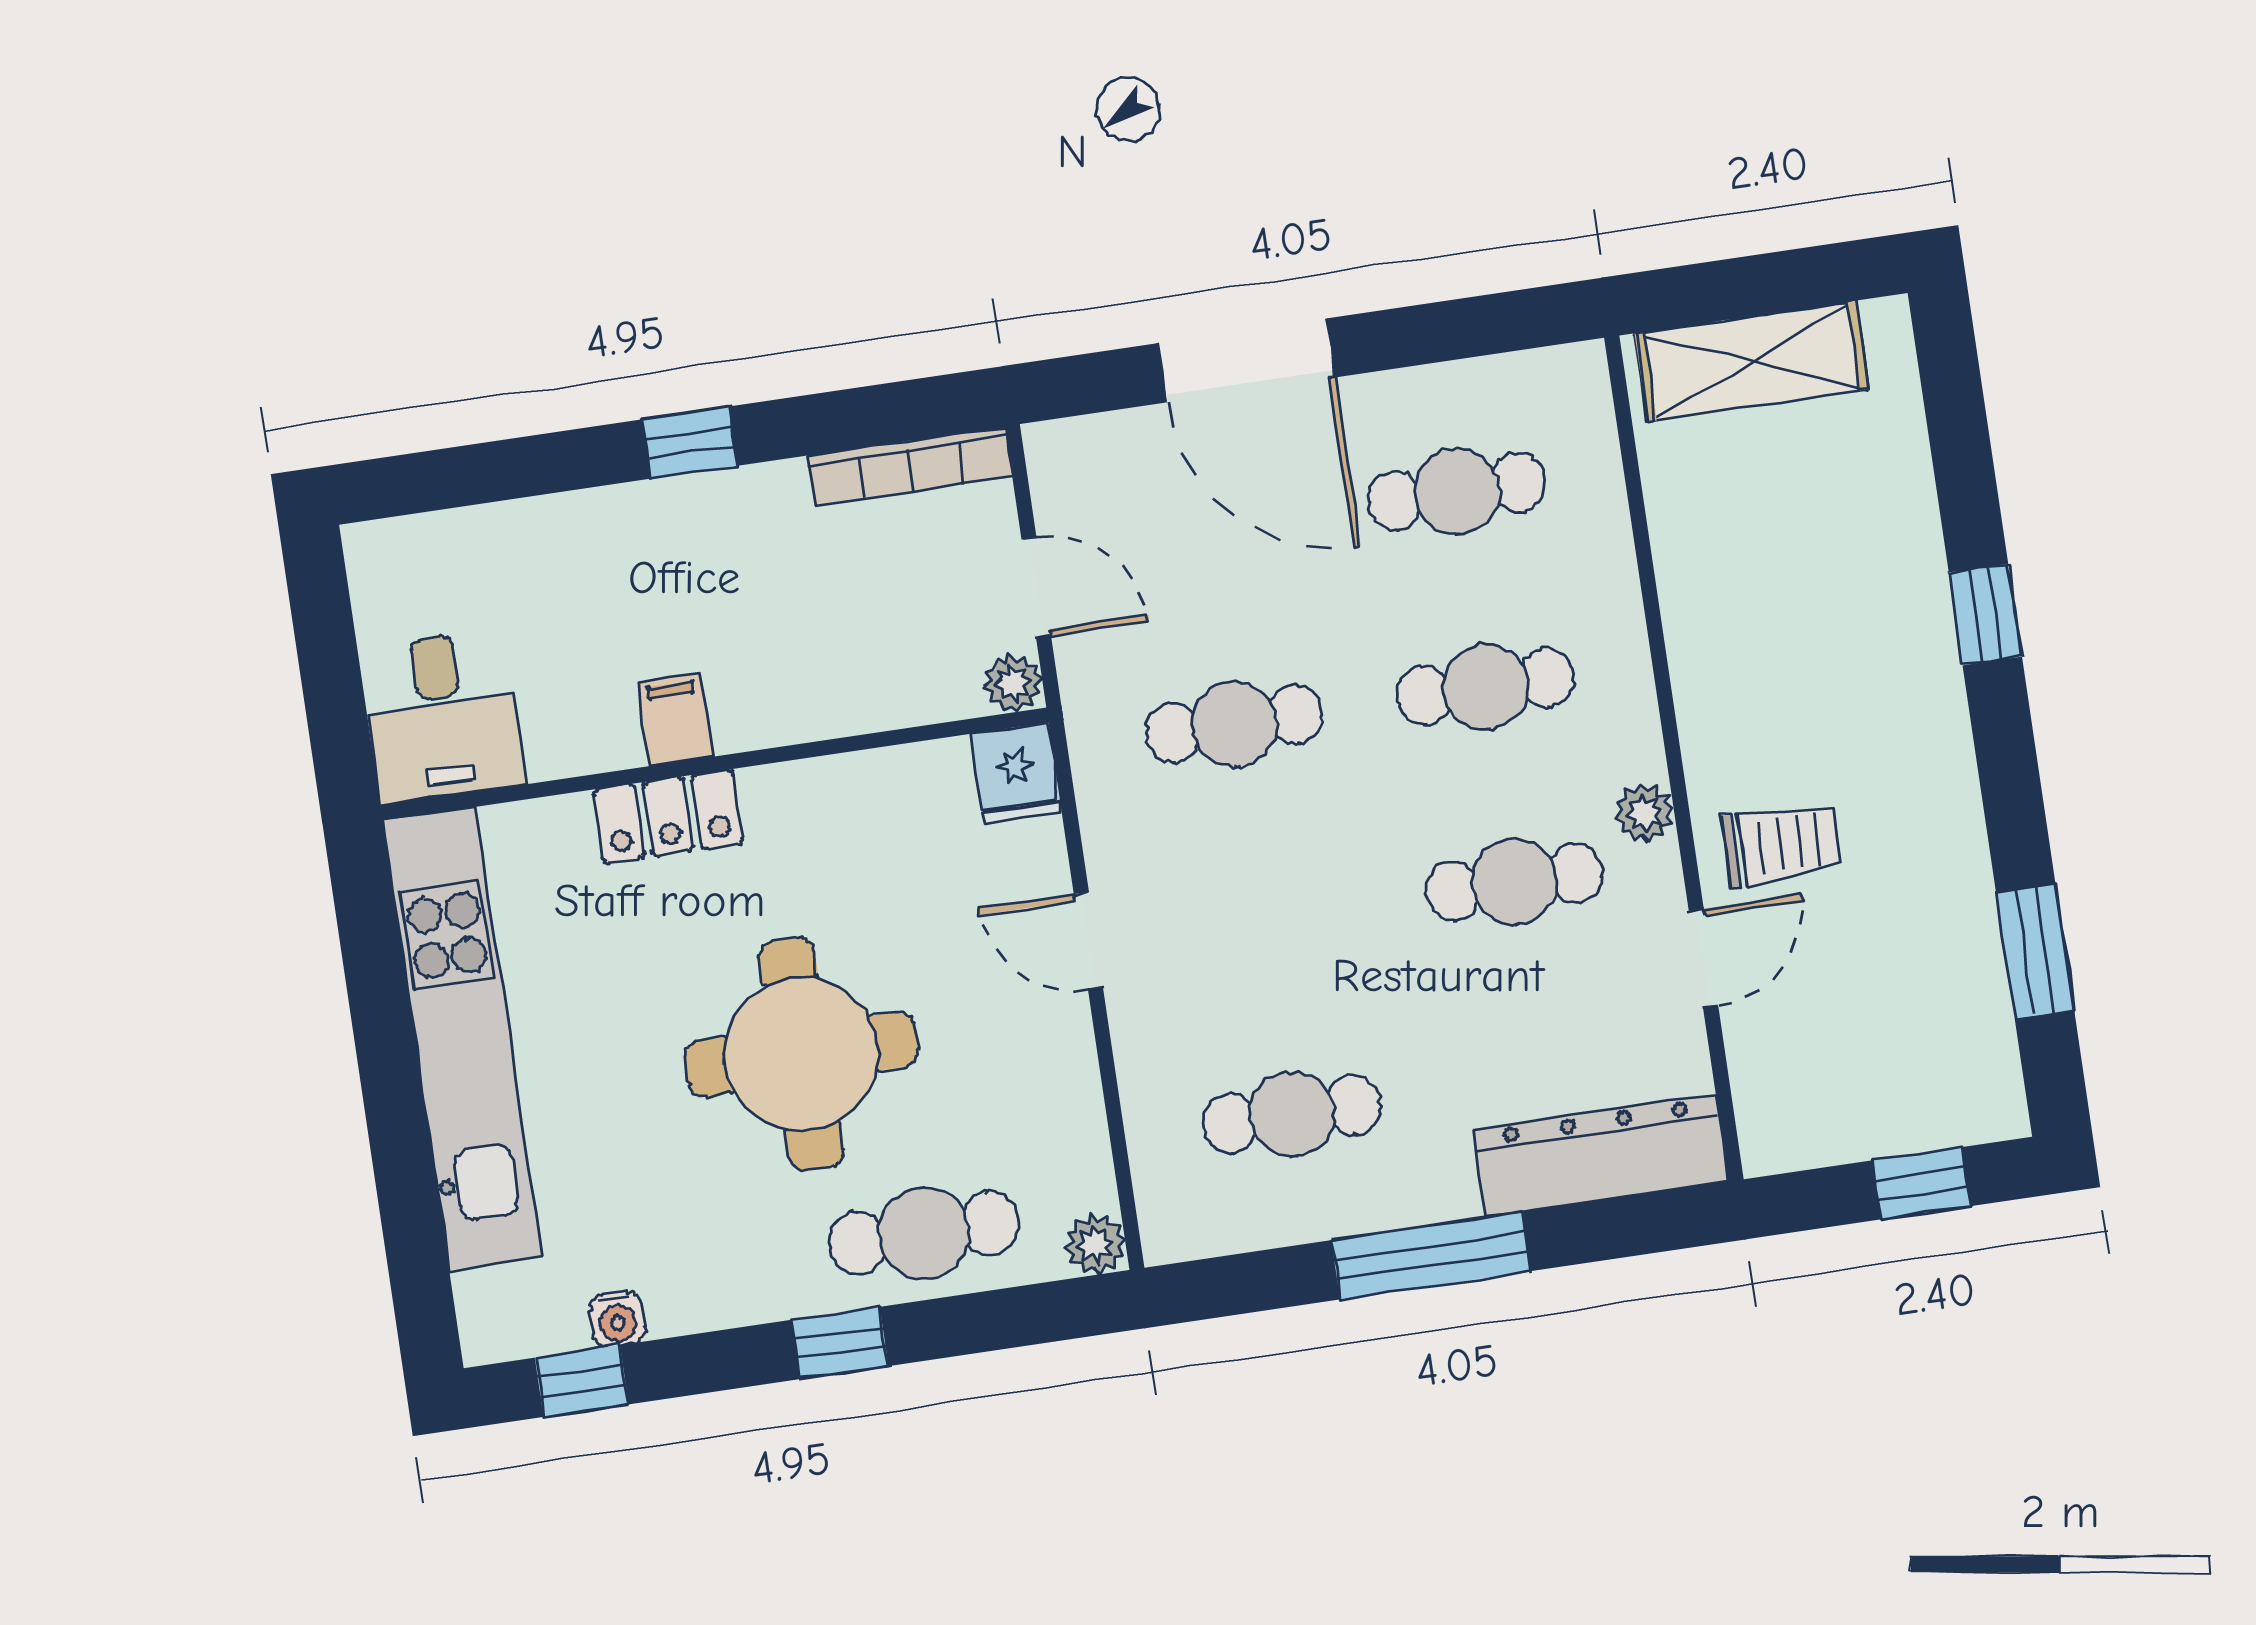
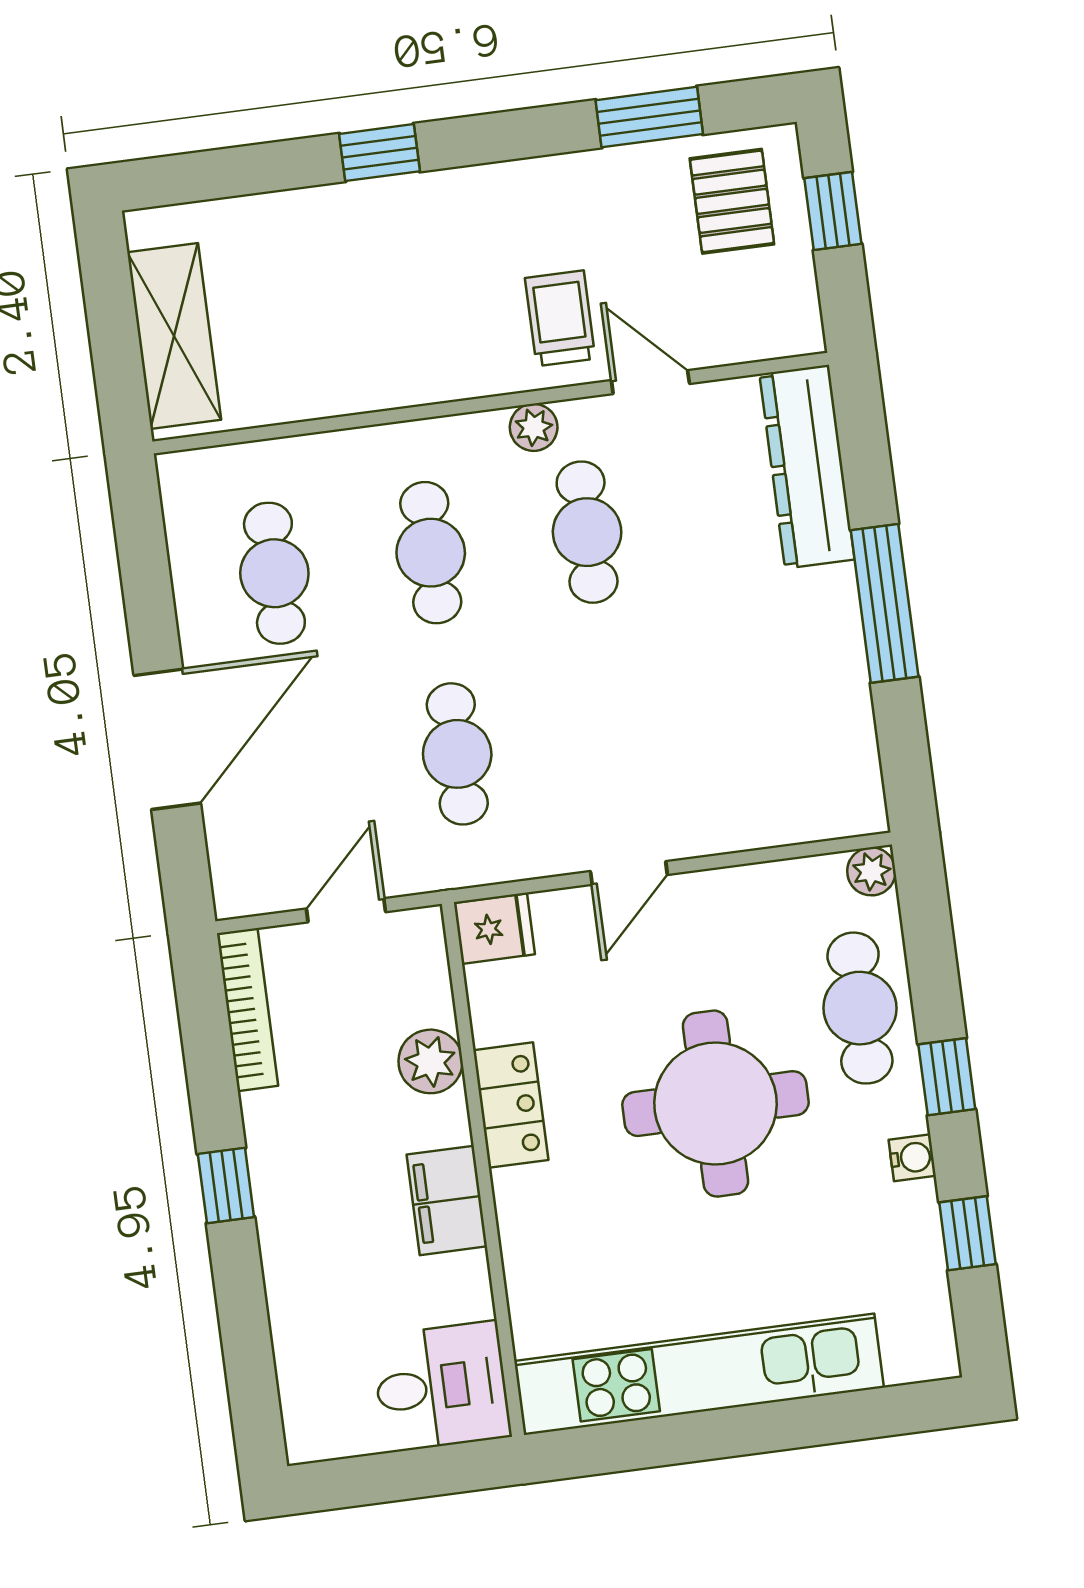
plant: (1013, 683) -> (430, 1061), moved, width x1.38, depth x1.38
filing cabinet: (675, 719) -> (447, 1200), width x2.00
locker: (668, 817) -> (511, 1105), moved
pallet: (1931, 1057) -> (732, 201), added
cafe table: (1292, 1114) -> (770, 713), removed
water cooler: (617, 1319) -> (912, 1158), moved
window: (582, 1381) -> (967, 1233), moved

